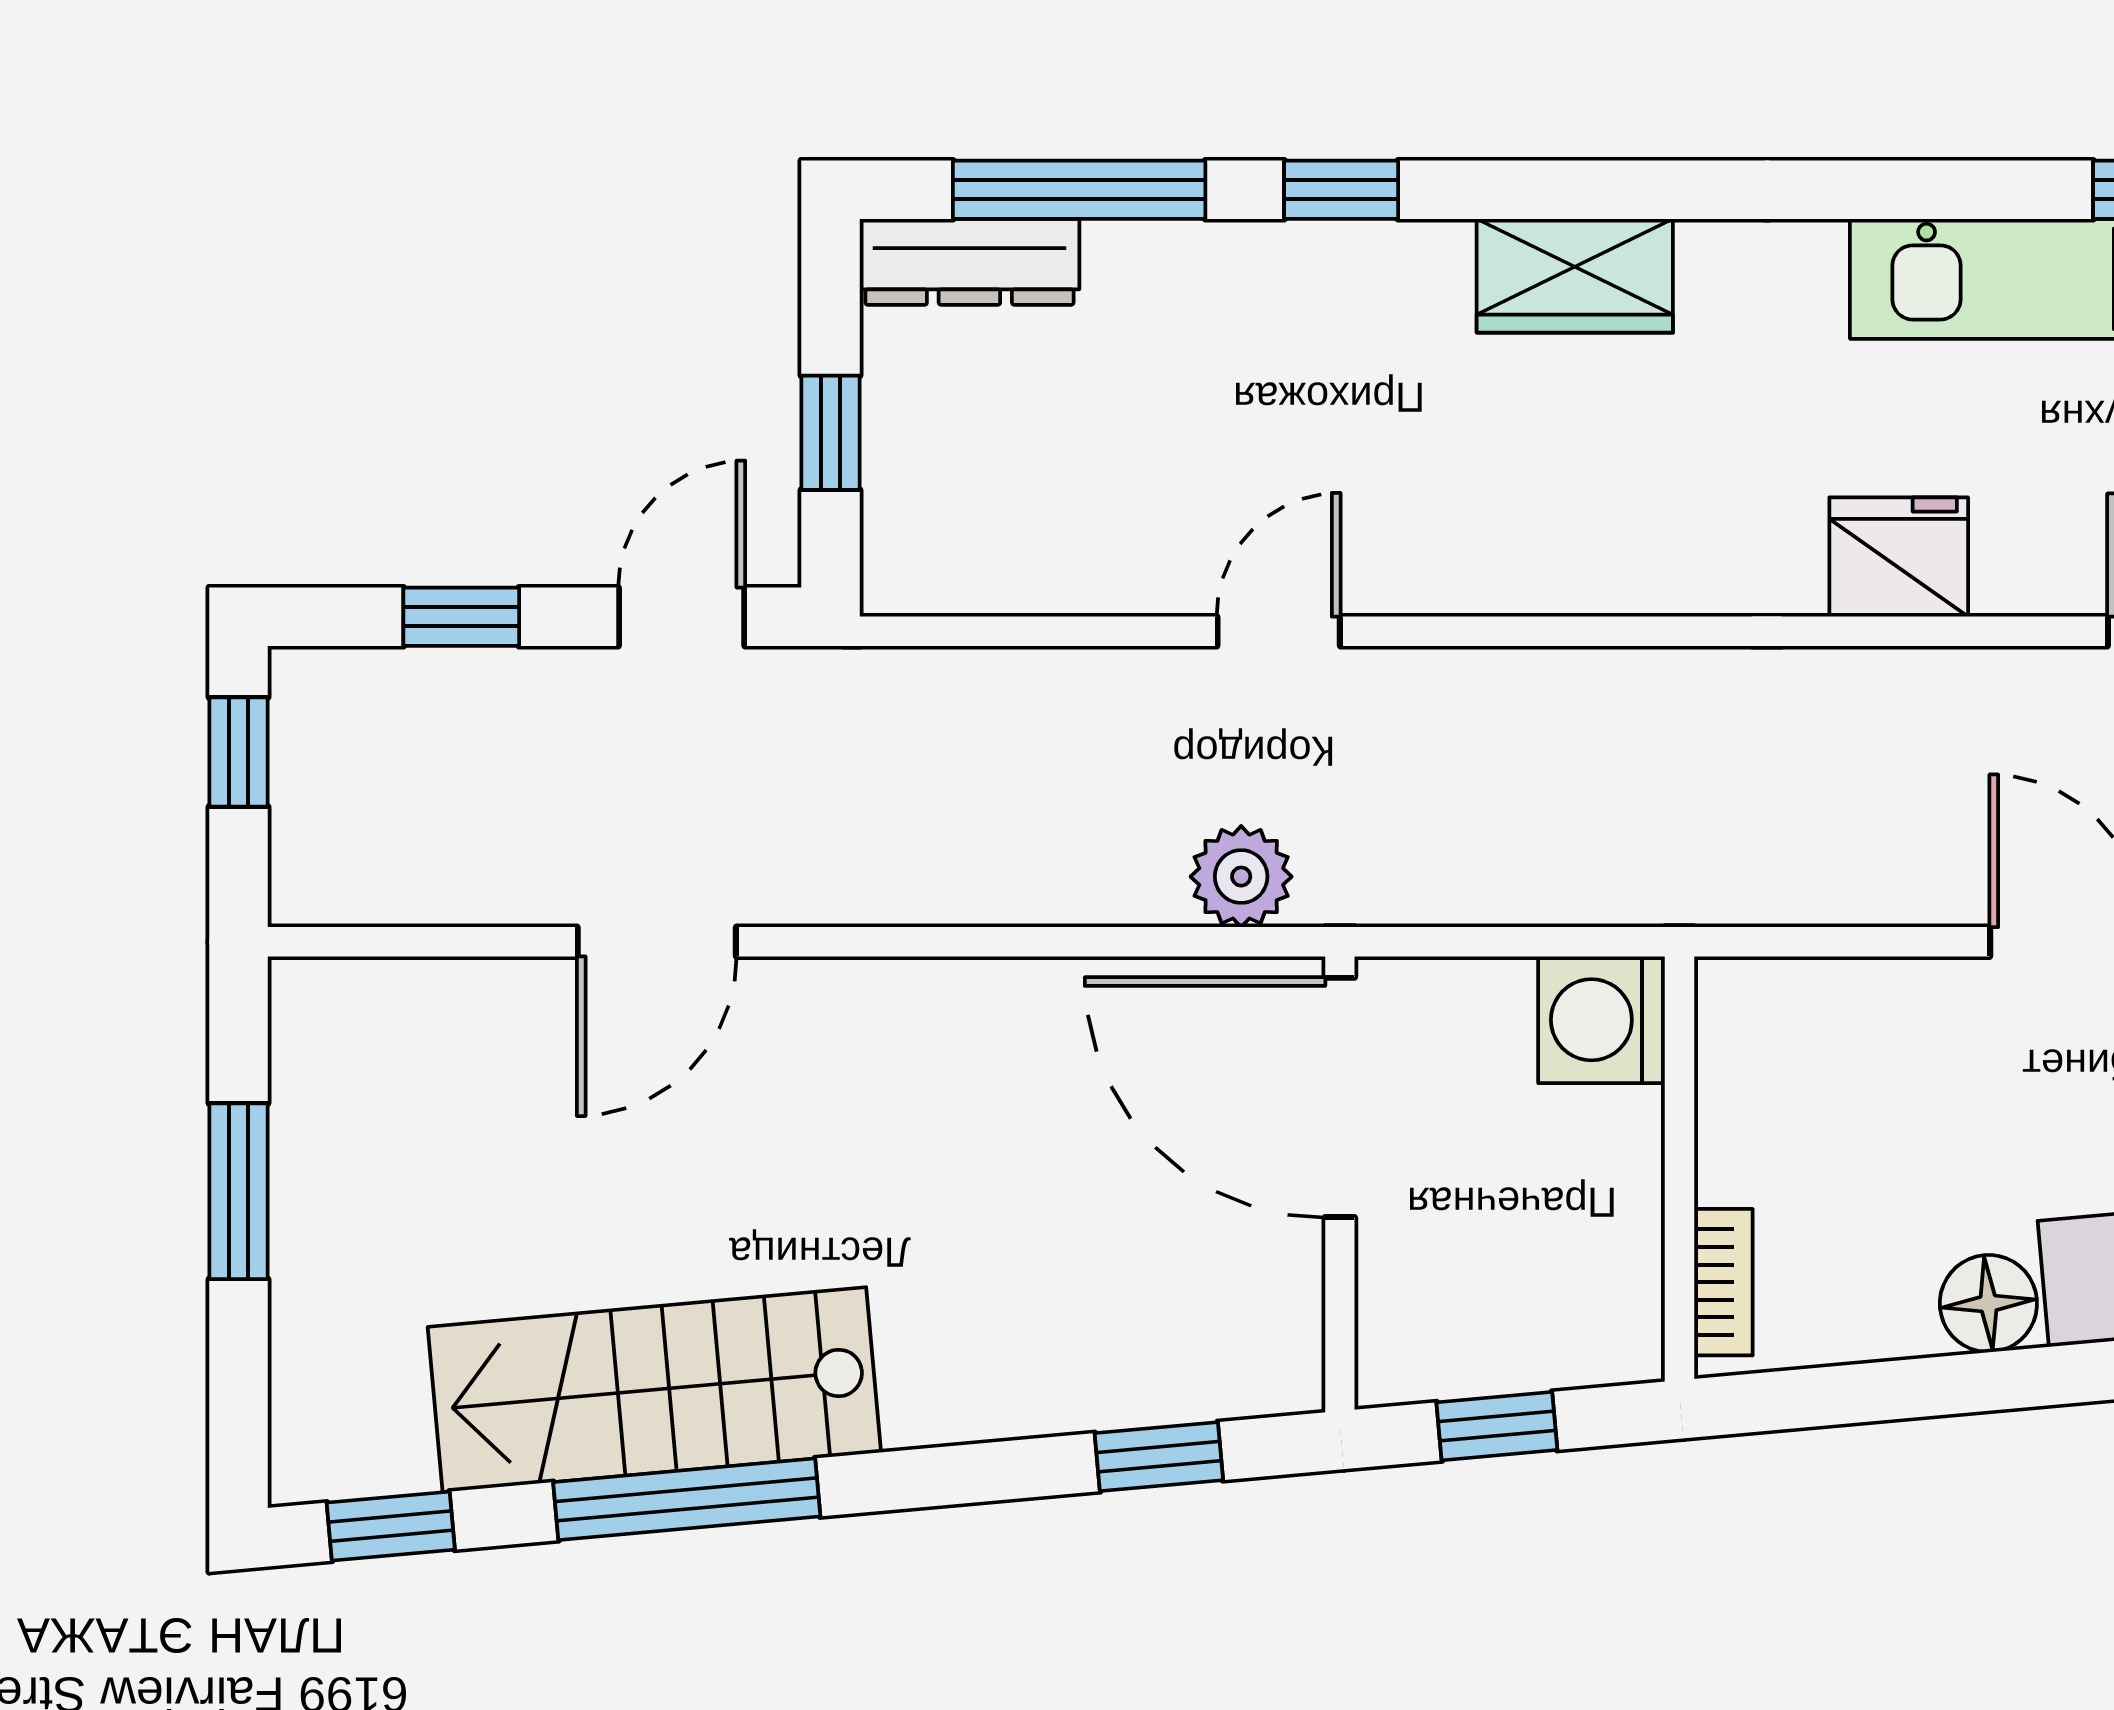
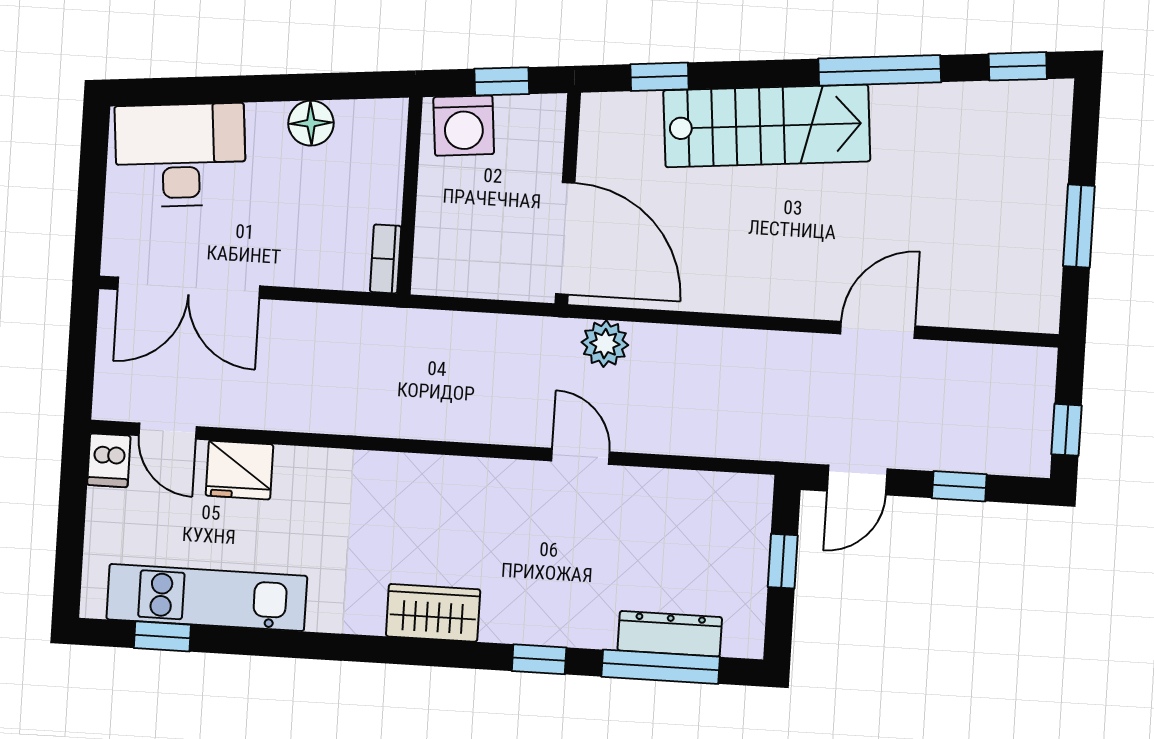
dresser: (969, 262) -> (670, 634), moved
fridge: (1899, 557) -> (239, 470), moved
door: (1279, 631) -> (581, 456), swing flipped
washing machine: (1602, 1020) -> (464, 126), moved, turned 85
bookcase: (1723, 1282) -> (386, 259), moved
floor lamp: (1988, 1303) -> (311, 123), moved
stairs: (654, 1390) -> (767, 126), moved

